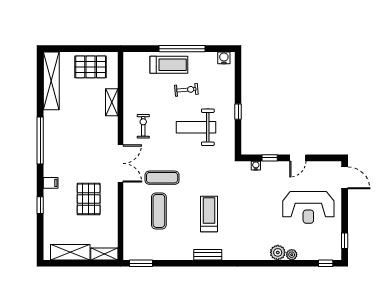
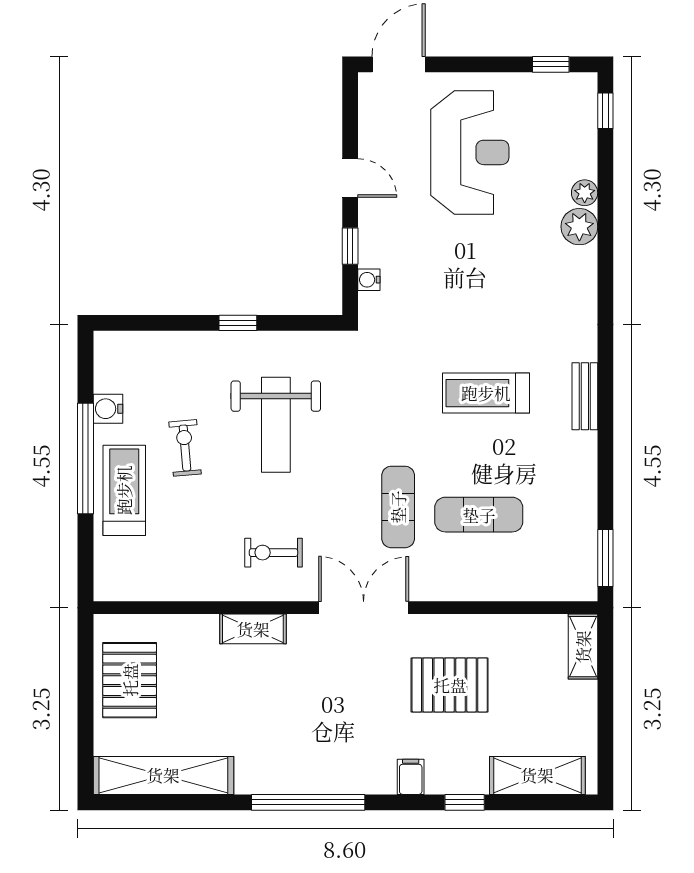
water cooler: (224, 58) -> (108, 409), moved
shelving: (112, 102) -> (253, 629), moved
shelving: (70, 252) -> (537, 775), moved, turned 90

